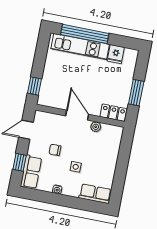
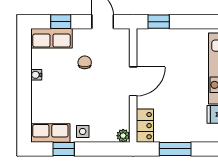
plant: (96, 127) -> (123, 136), moved
side table: (76, 167) -> (83, 131), moved
window: (119, 179) -> (64, 149), added
row of seats: (95, 194) -> (50, 133), moved, turned -90

